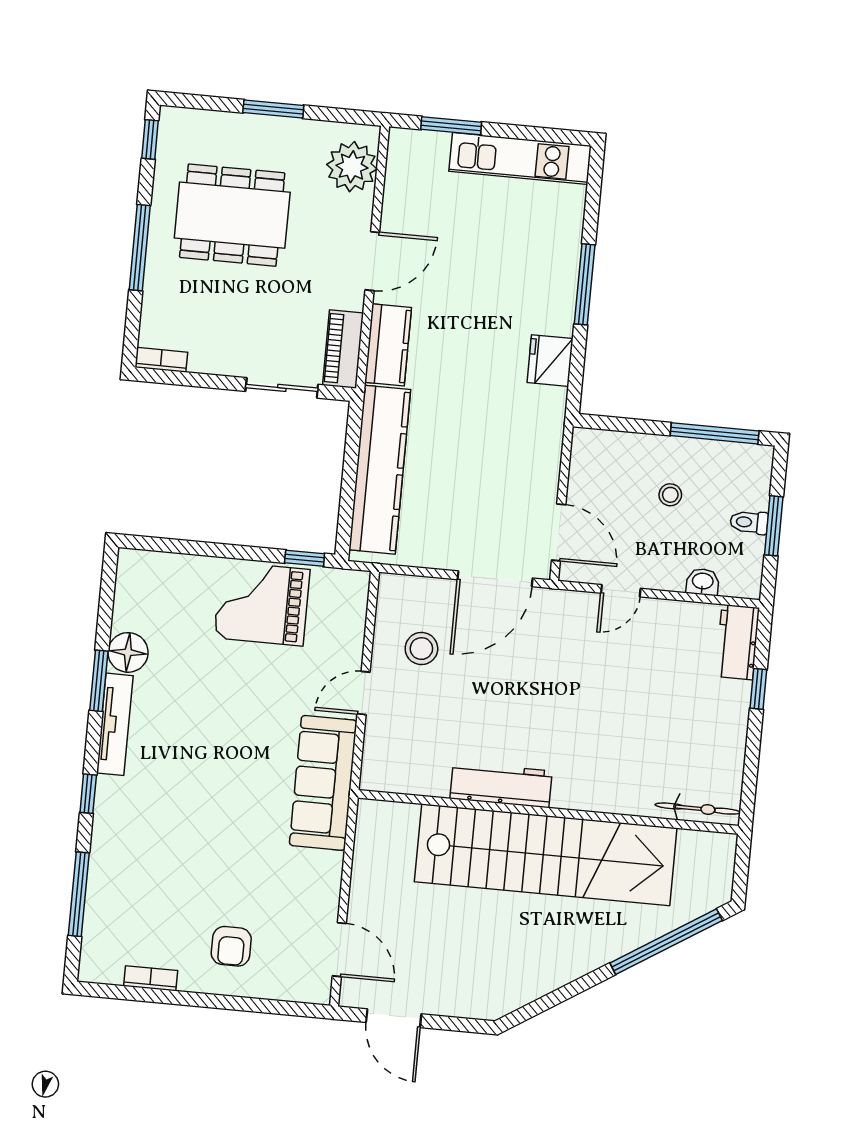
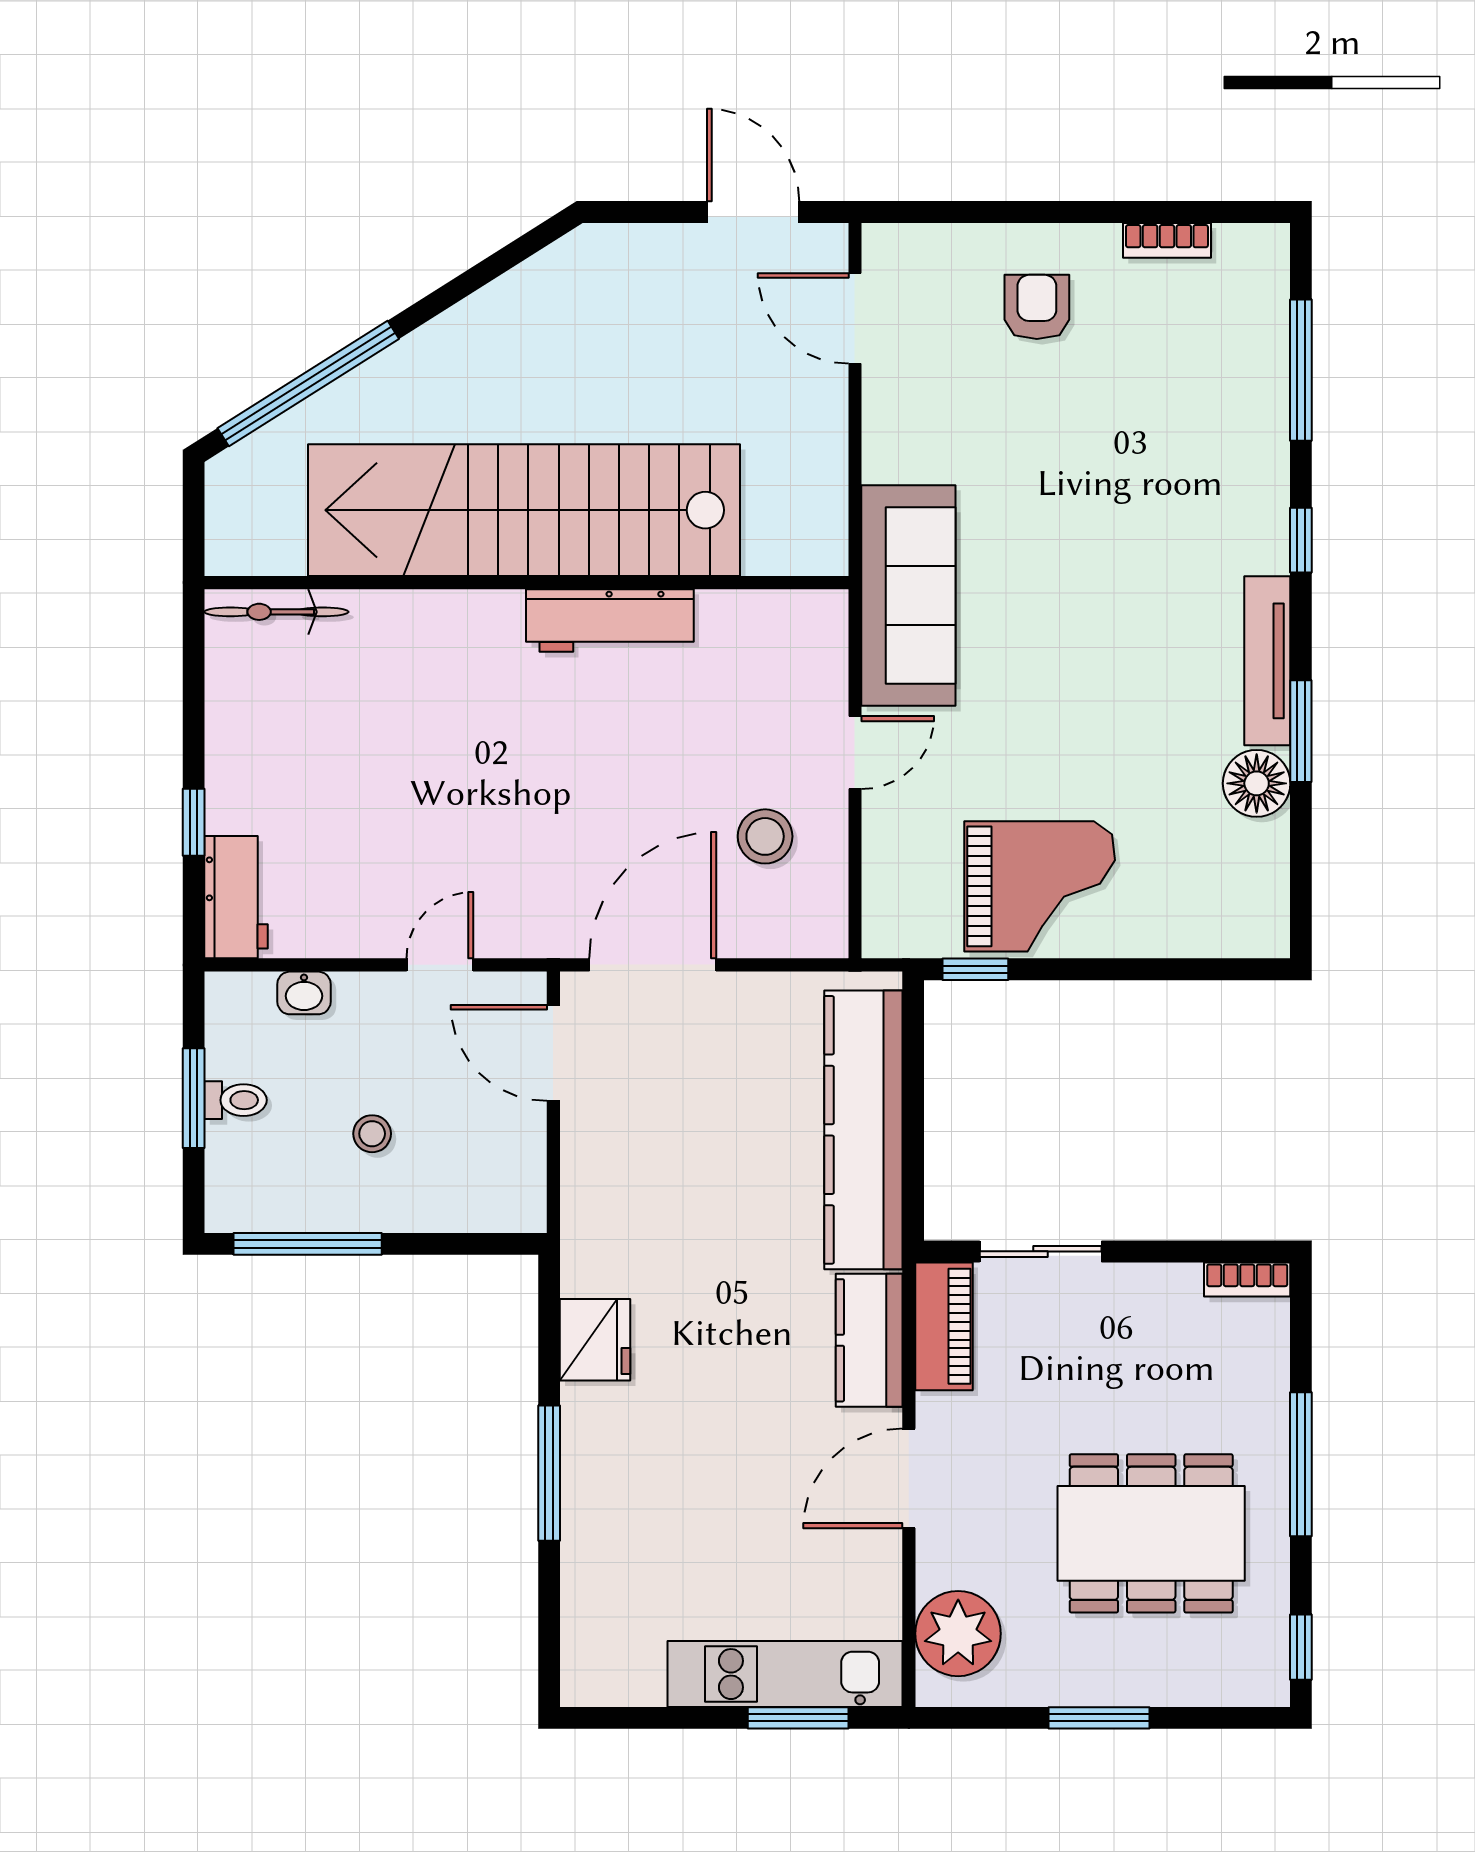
kitchen unit: (520, 158) -> (785, 1674), moved

